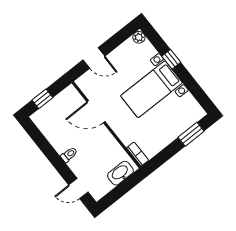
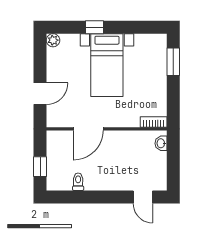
toilet: (69, 155) -> (78, 182), moved
washbasin: (120, 173) -> (161, 143), width x0.52, depth x0.69
door: (78, 188) -> (143, 197), hinge flipped

